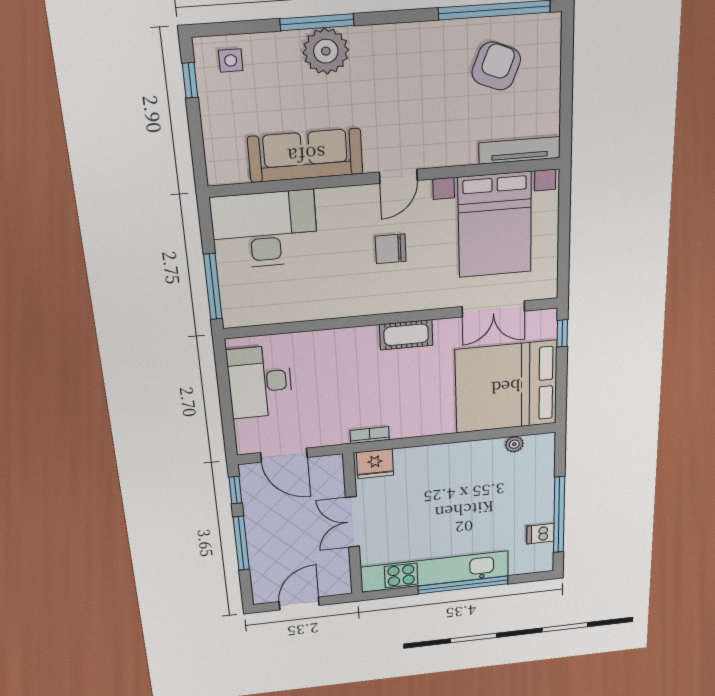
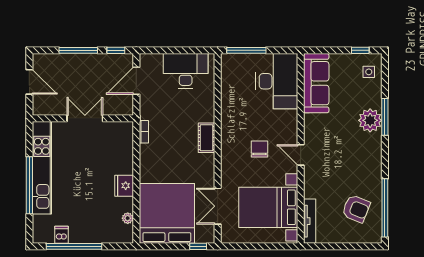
sofa: (306, 155) -> (316, 83), moved
cot: (406, 335) -> (206, 138), moved
fridge: (375, 464) -> (124, 186), moved

